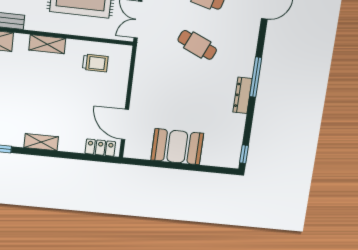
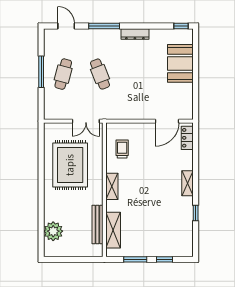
cafe table: (197, 45) -> (100, 74), turned -45
window: (256, 77) -> (104, 26), moved
booth: (177, 147) -> (180, 63), moved

